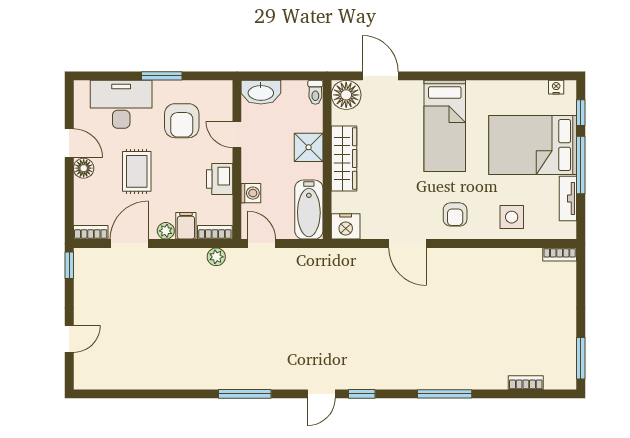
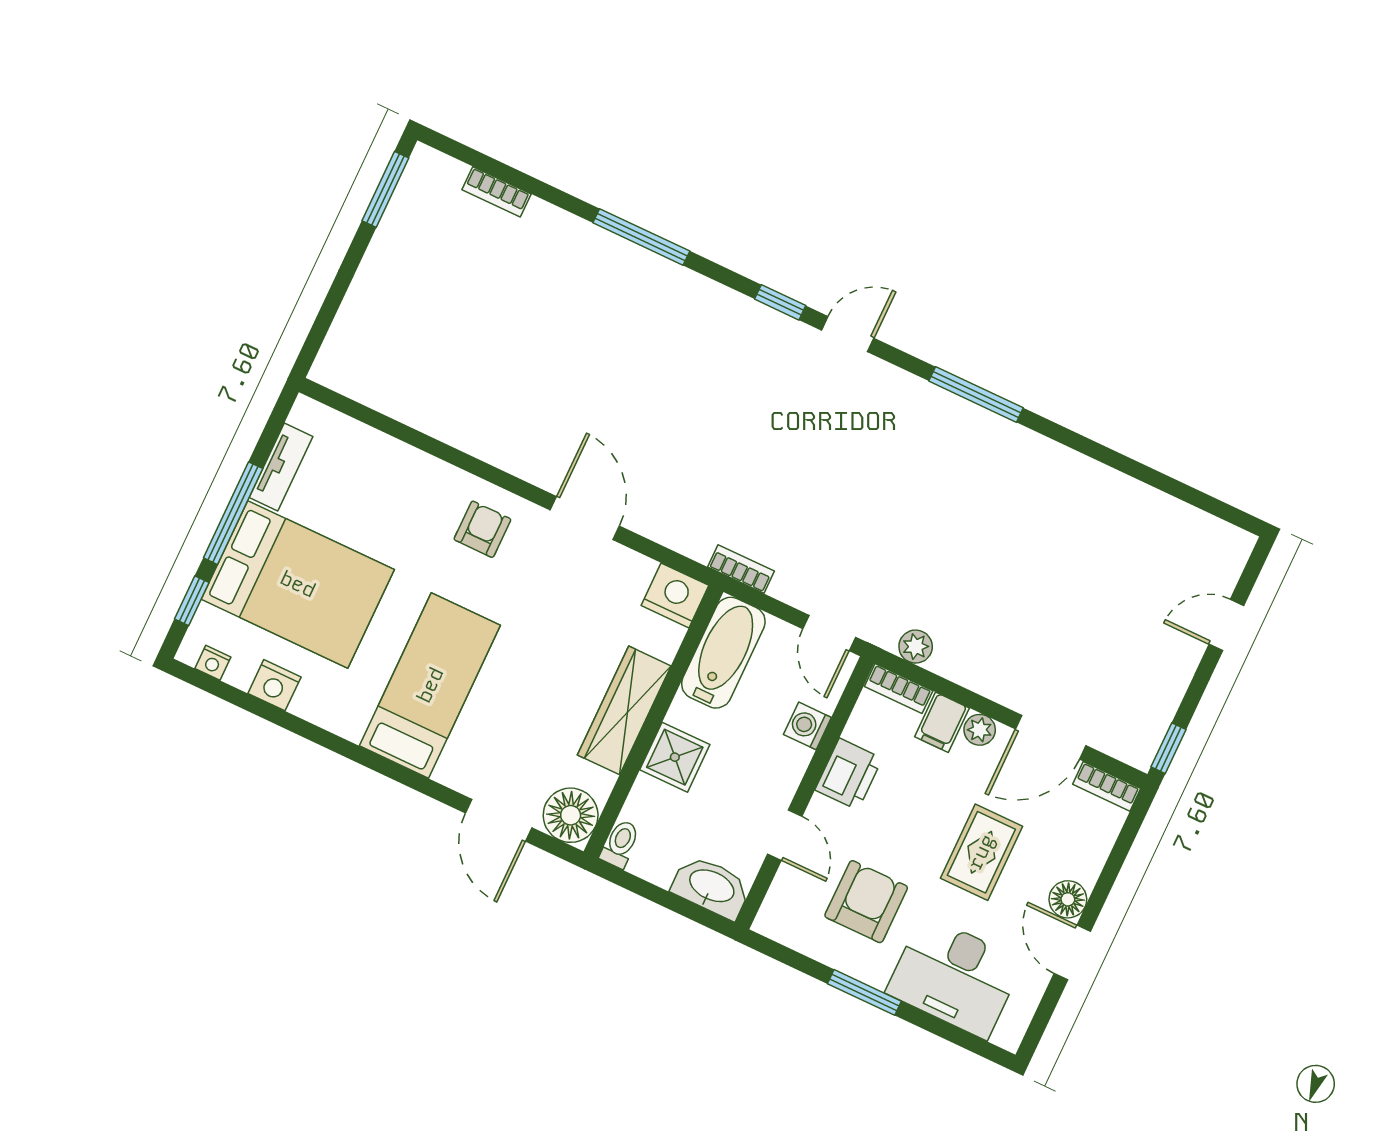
nightstand: (521, 90) -> (274, 685), added
side table: (512, 217) -> (390, 480), removed
bookcase: (560, 254) -> (741, 569), moved

